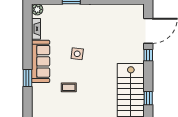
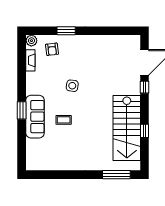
armchair: (57, 18) -> (52, 49), added
sofa: (41, 61) -> (35, 117), moved

